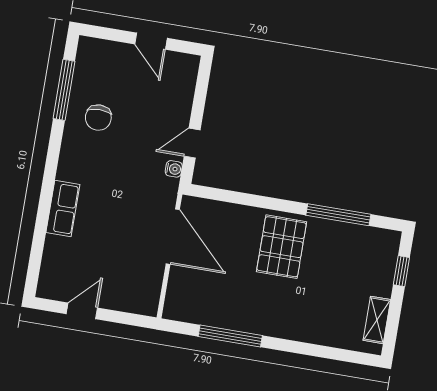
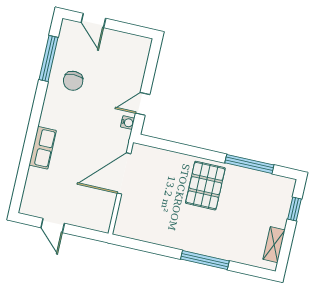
door: (151, 41) -> (93, 20), moved
door: (173, 237) -> (124, 173), swing flipped
door: (82, 311) -> (53, 225), swing flipped
window: (230, 336) -> (205, 260), moved

